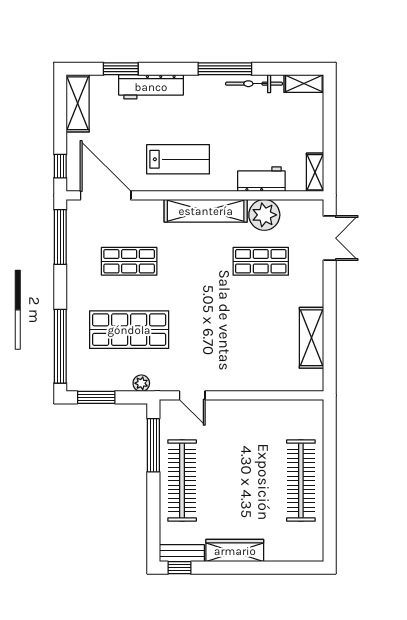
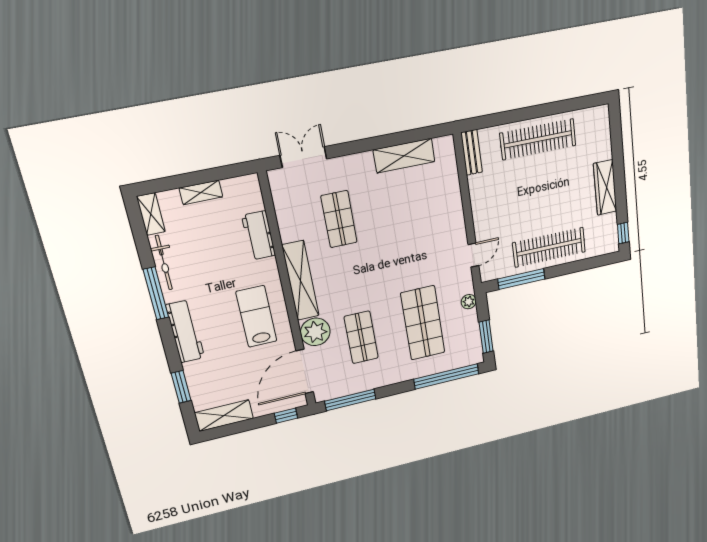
workbench: (151, 87) -> (185, 331), moved
shelving: (315, 172) -> (201, 192), moved
plant: (264, 215) -> (315, 332), moved
bench: (182, 553) -> (472, 152), moved

